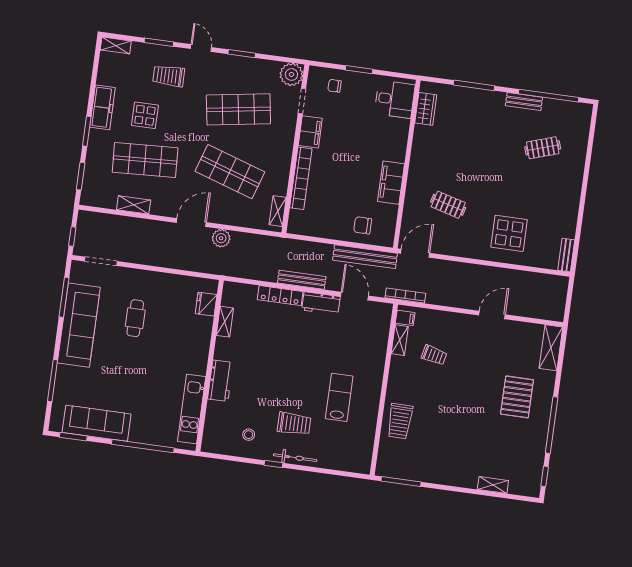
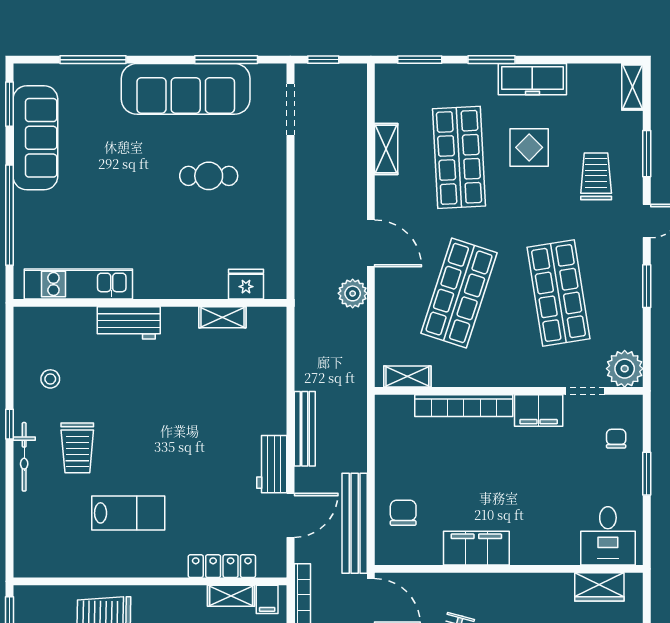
locker: (280, 296) -> (222, 566), moved, turned 90

